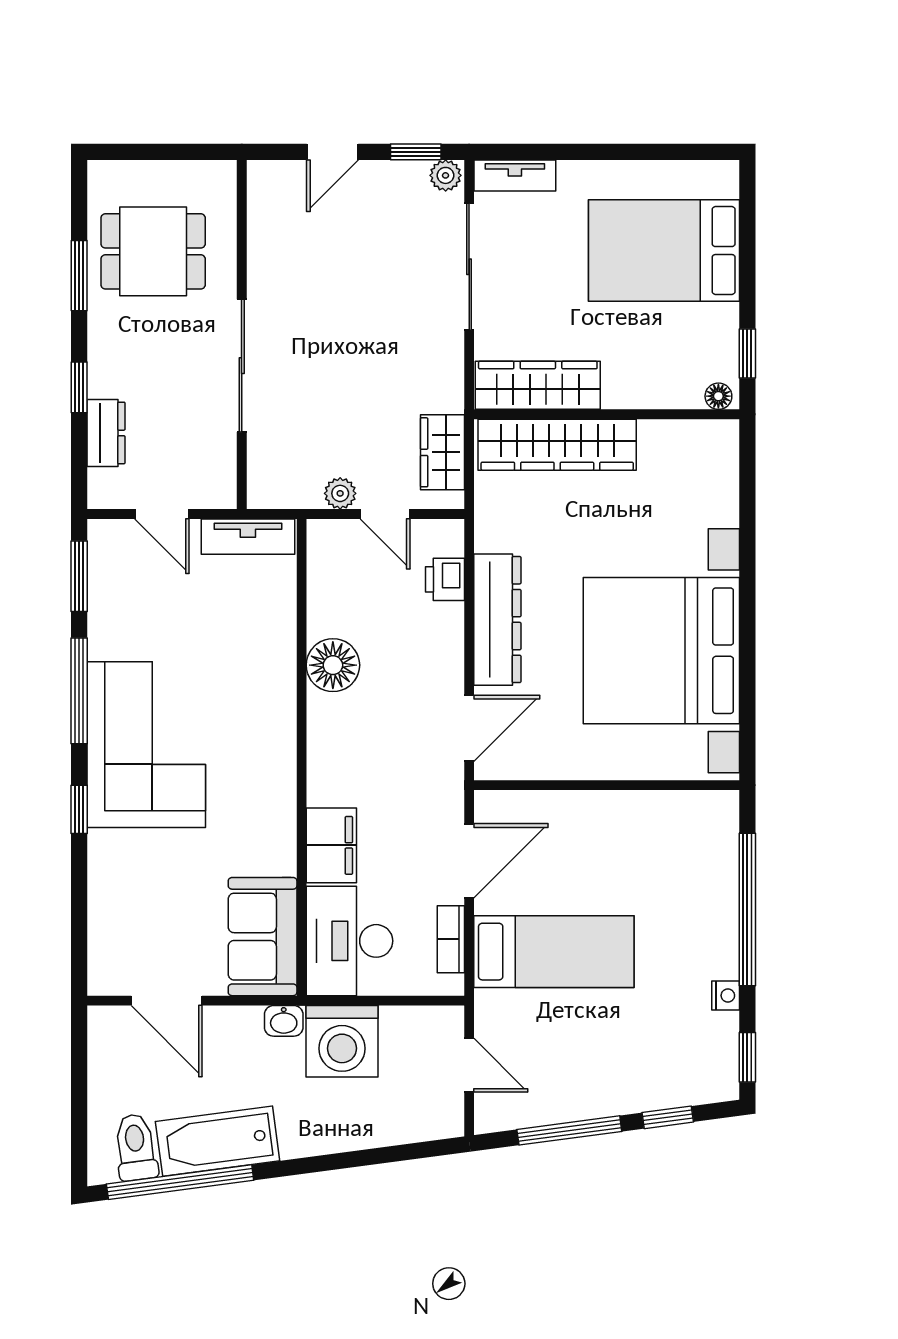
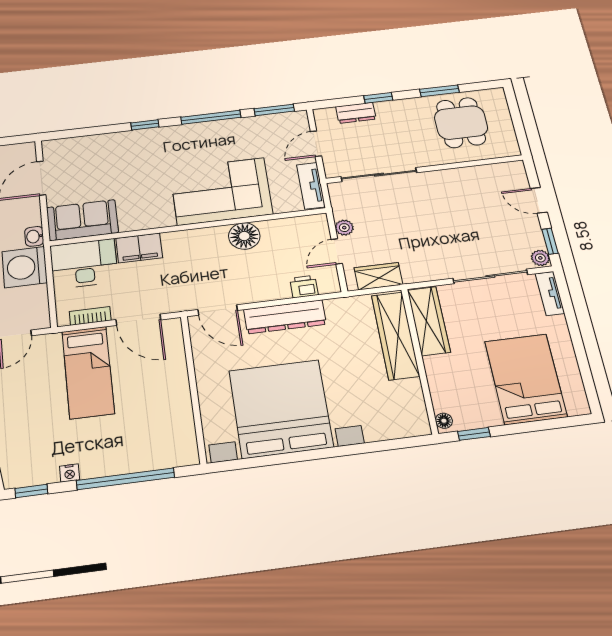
sliding door: (242, 366) -> (379, 175), moved
corner sofa: (146, 745) -> (221, 191), moved, turned 180

